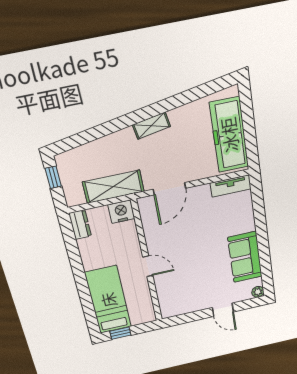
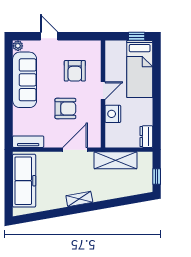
nightstand: (121, 212) -> (113, 114), moved, turned 90
armchair: (190, 236) -> (65, 109), added
sofa: (245, 257) -> (25, 80), width x1.36
door: (148, 266) -> (103, 91), swing flipped
armchair: (186, 280) -> (75, 71), added

